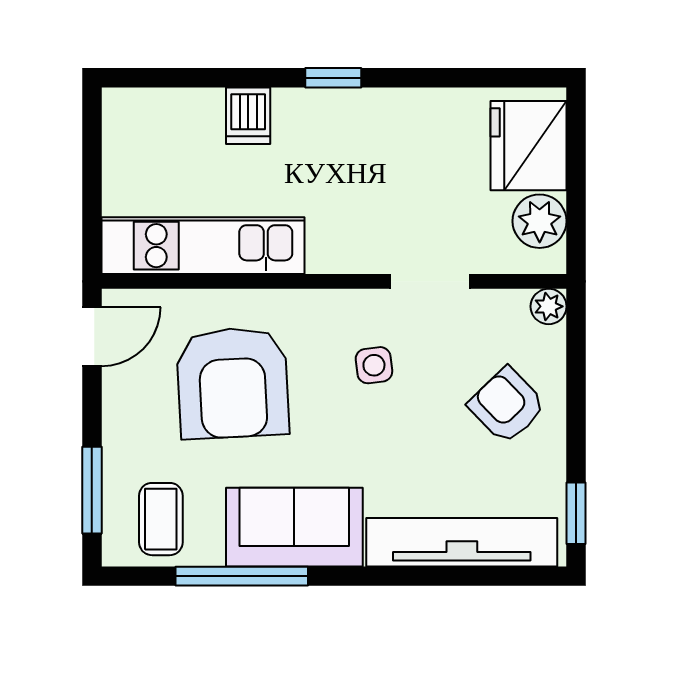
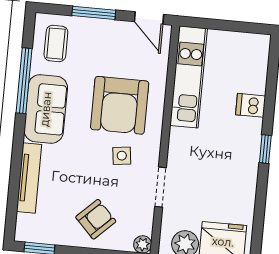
armchair: (233, 383) -> (120, 105), moved, turned -87
window: (92, 490) -> (94, 13), moved
coffee table: (161, 519) -> (56, 44), turned 90
tv unit: (462, 542) -> (29, 178), width x0.73, depth x0.78

